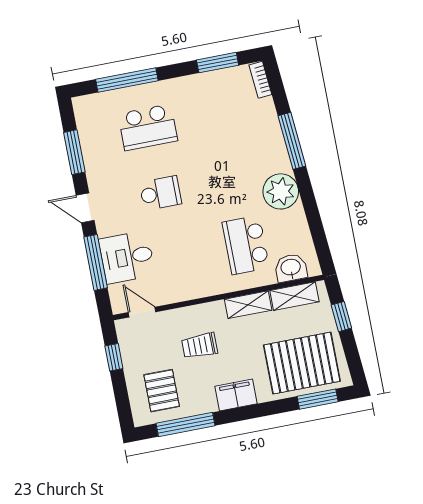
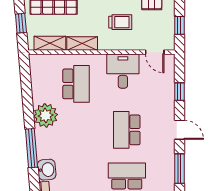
school desk: (160, 193) -> (127, 130), width x1.85
desk: (127, 257) -> (123, 71), moved, turned -90
window: (96, 262) -> (179, 92), width x0.46
washbasin: (291, 268) -> (47, 170), moved, turned -95

